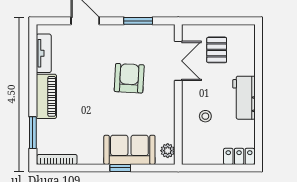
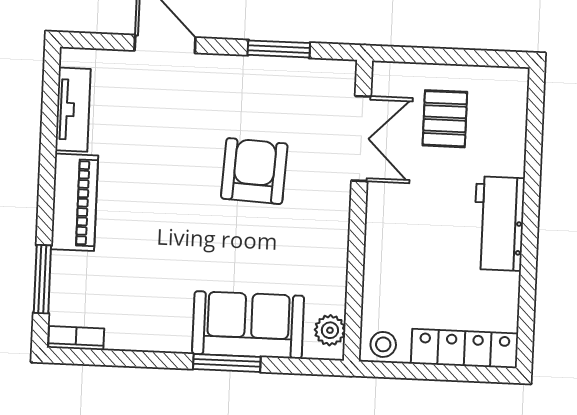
stool: (205, 116) -> (383, 344), moved
locker: (239, 156) -> (465, 348), width x1.53
bookcase: (57, 159) -> (76, 338), width x0.64
window: (120, 168) -> (227, 363), width x1.50

